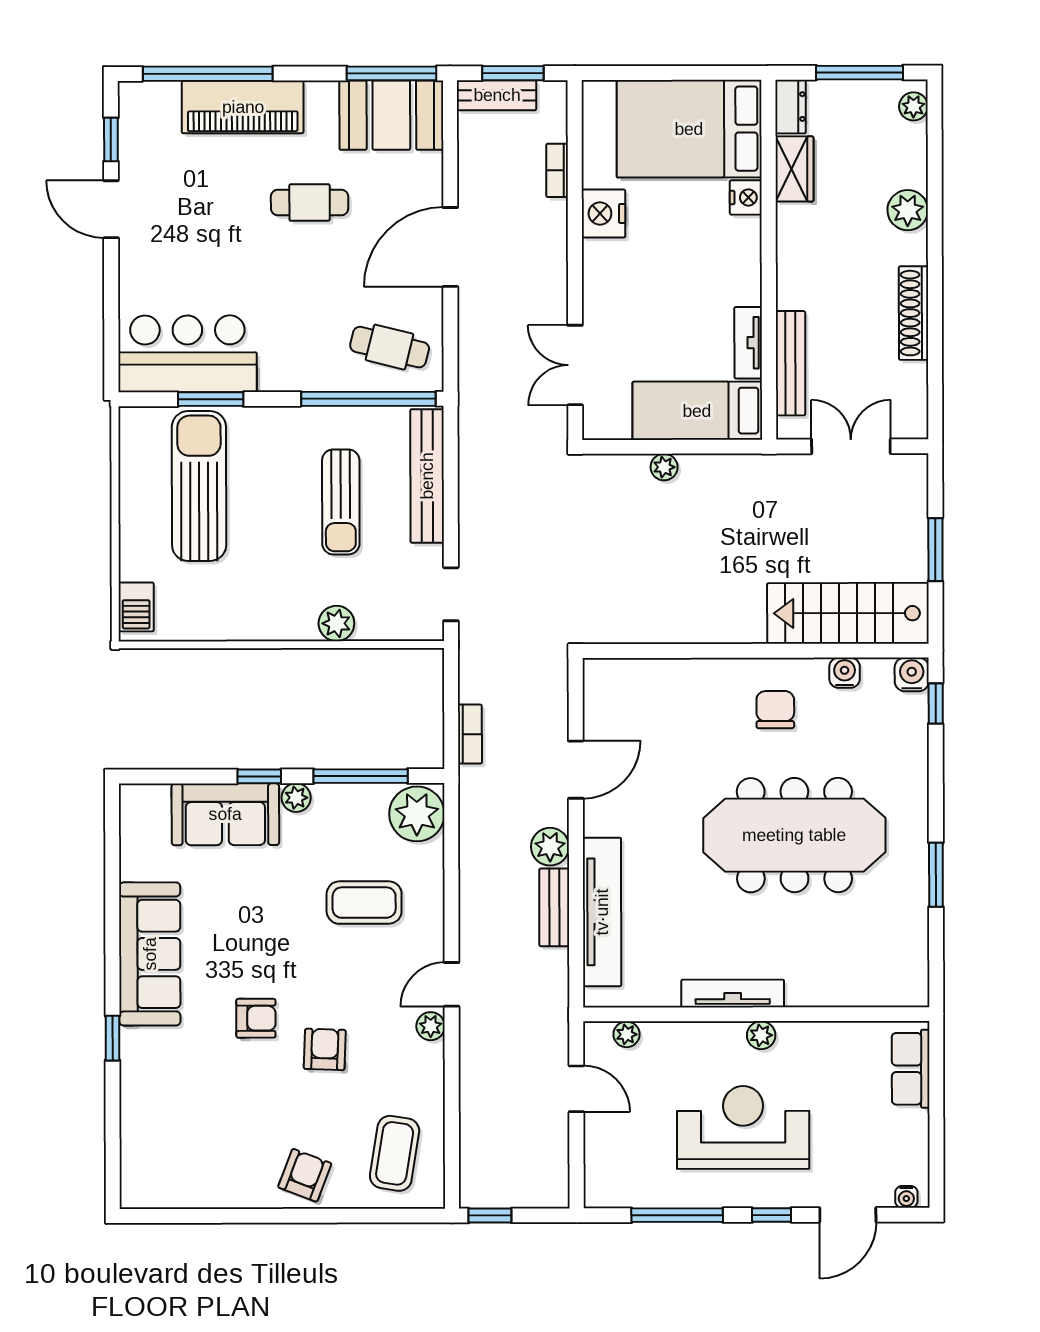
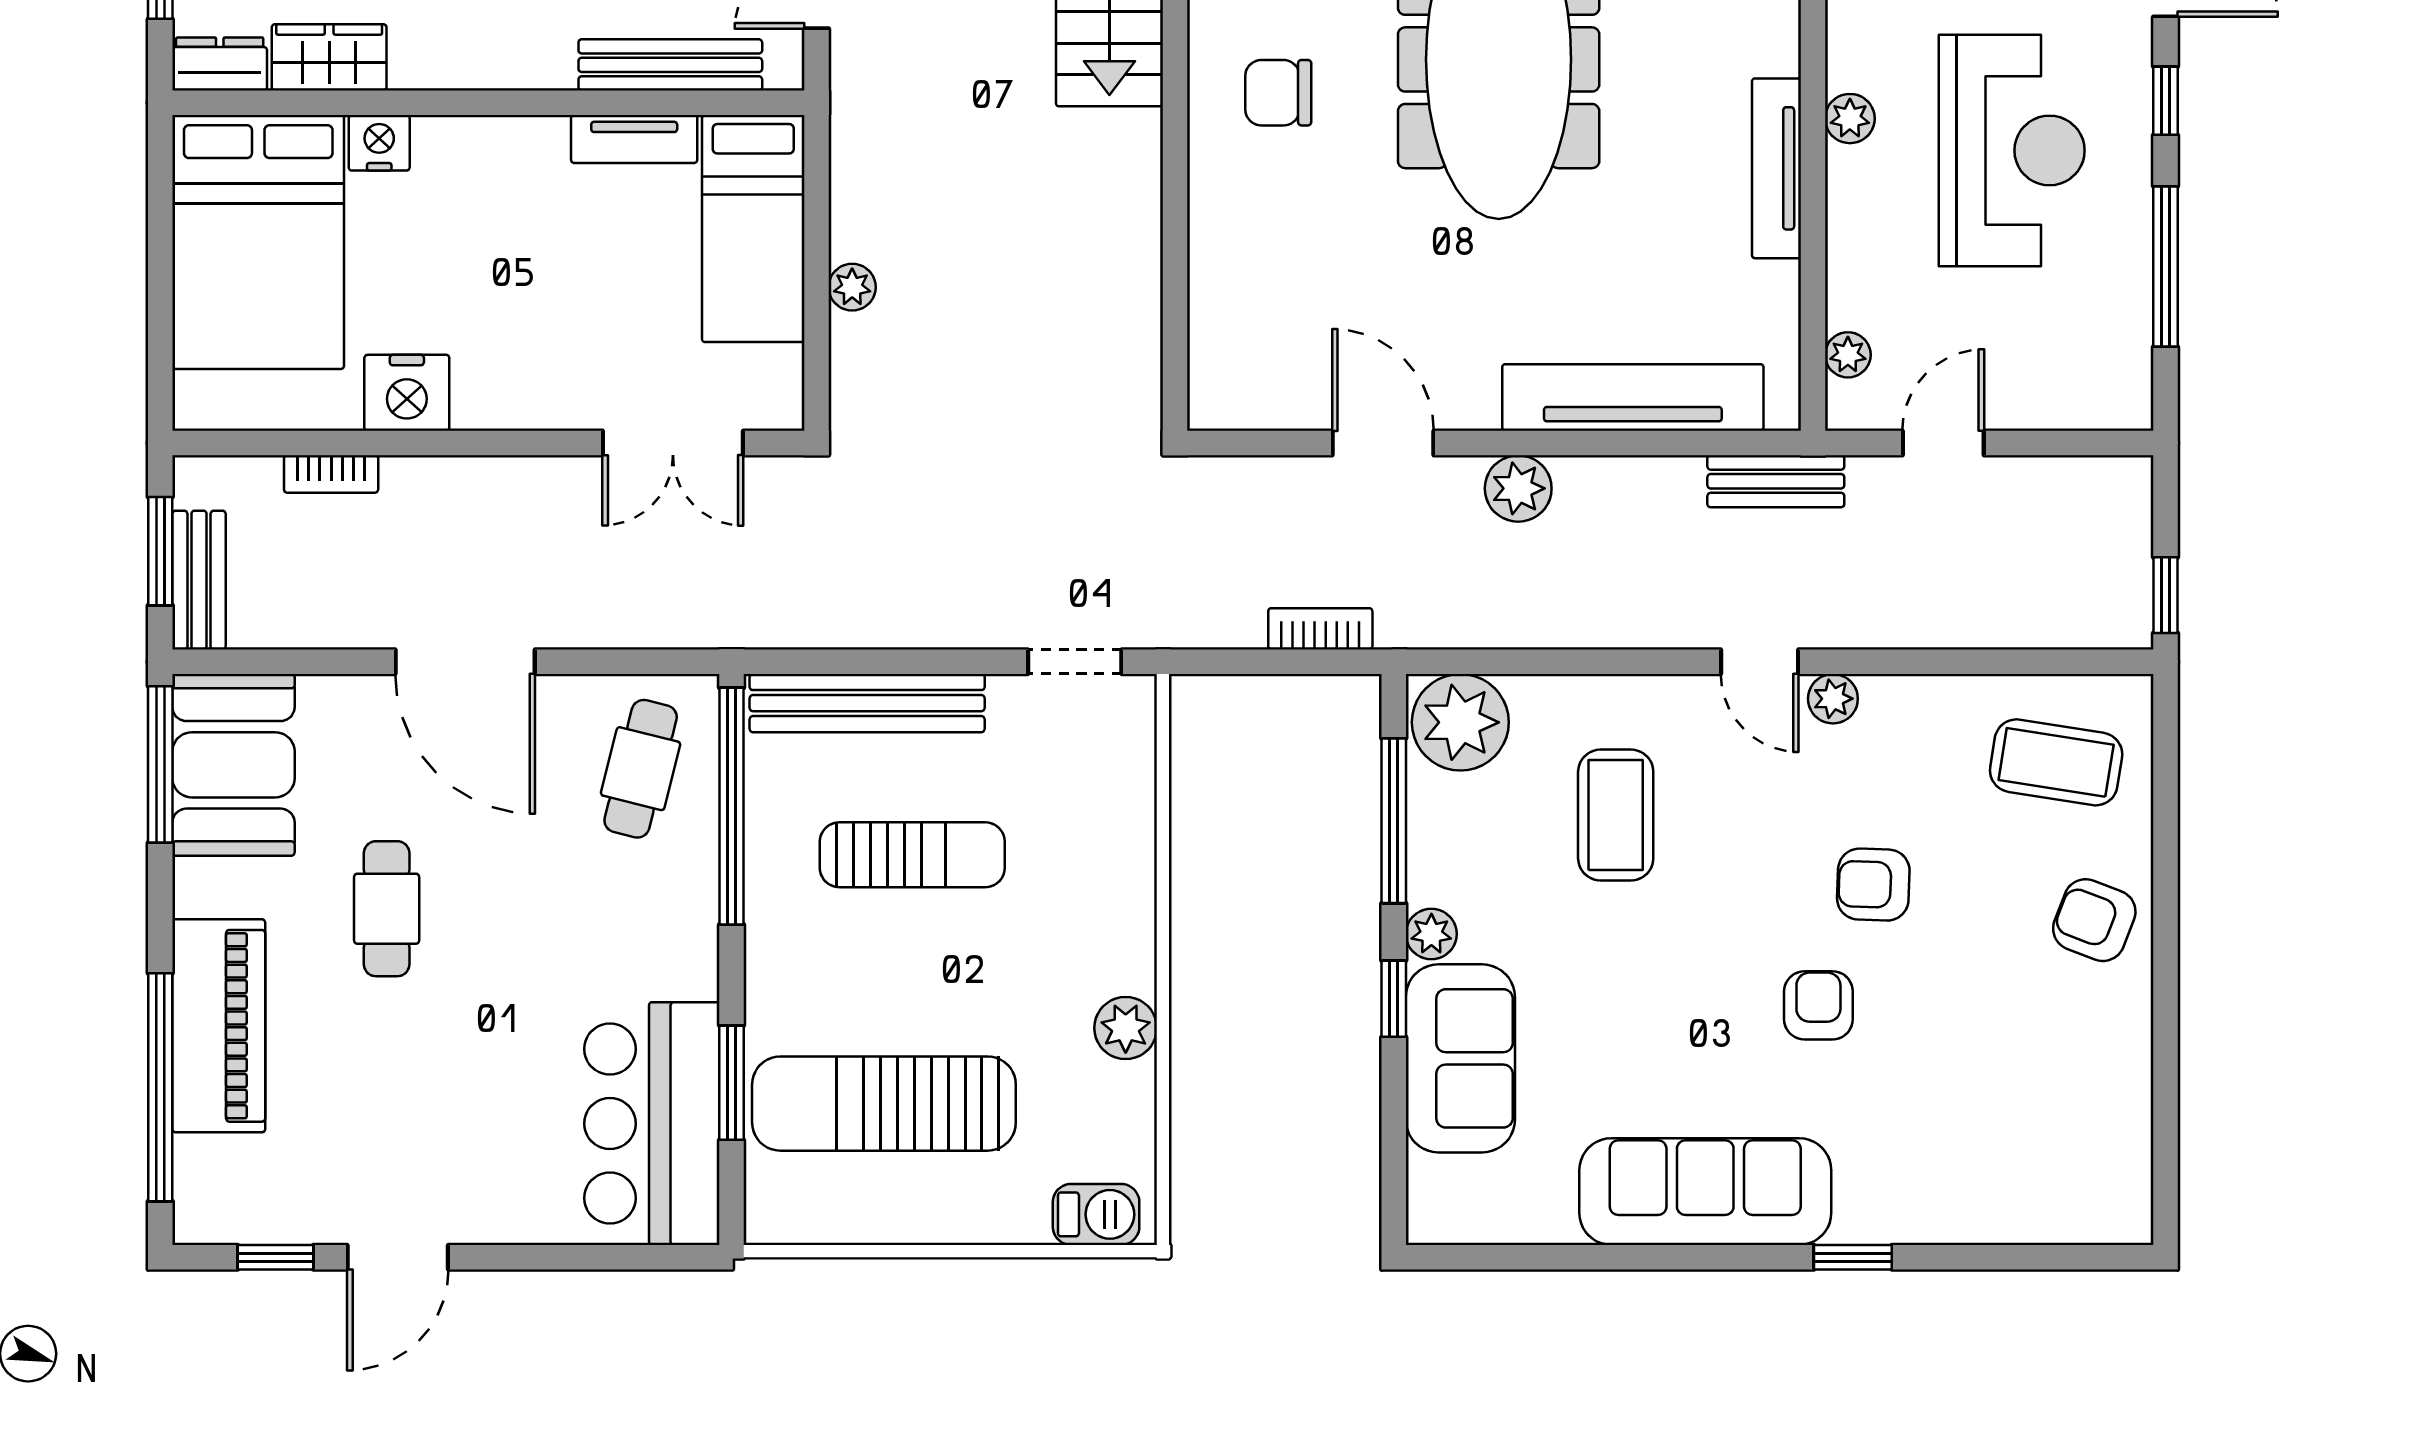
plant: (336, 623) -> (1126, 1028), moved
bench: (554, 907) -> (1776, 481), moved
reception desk: (743, 1127) -> (2012, 150), turned 180

